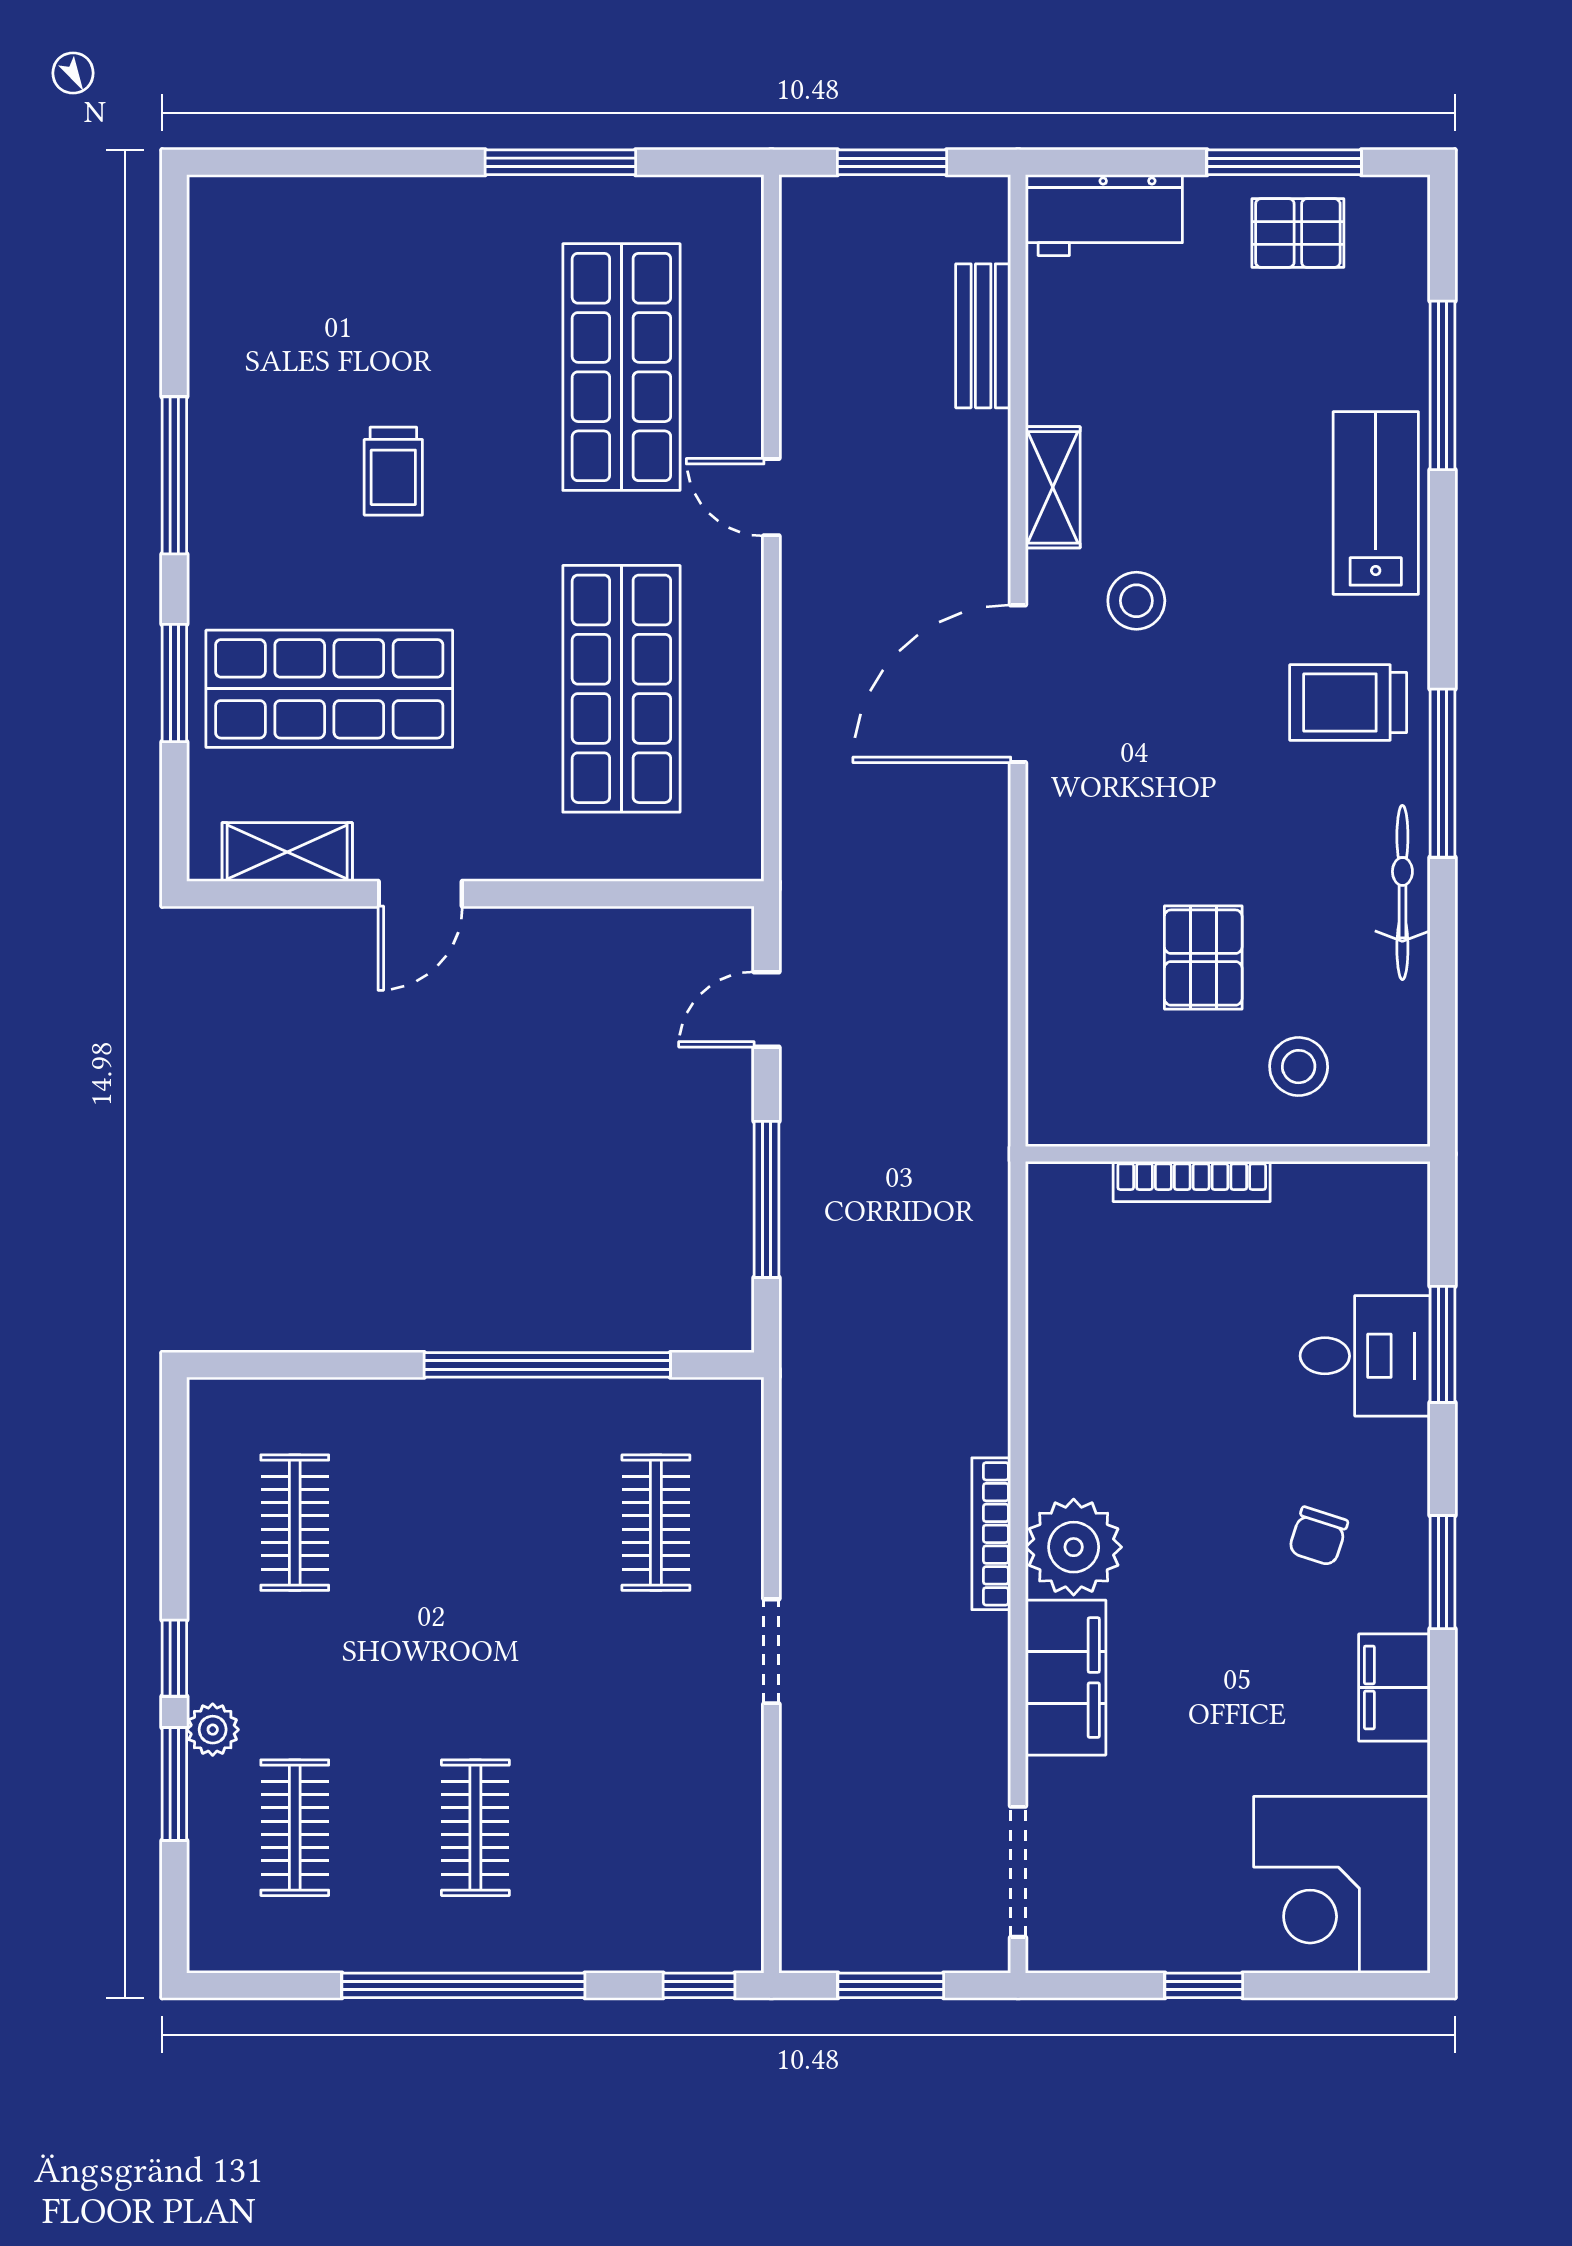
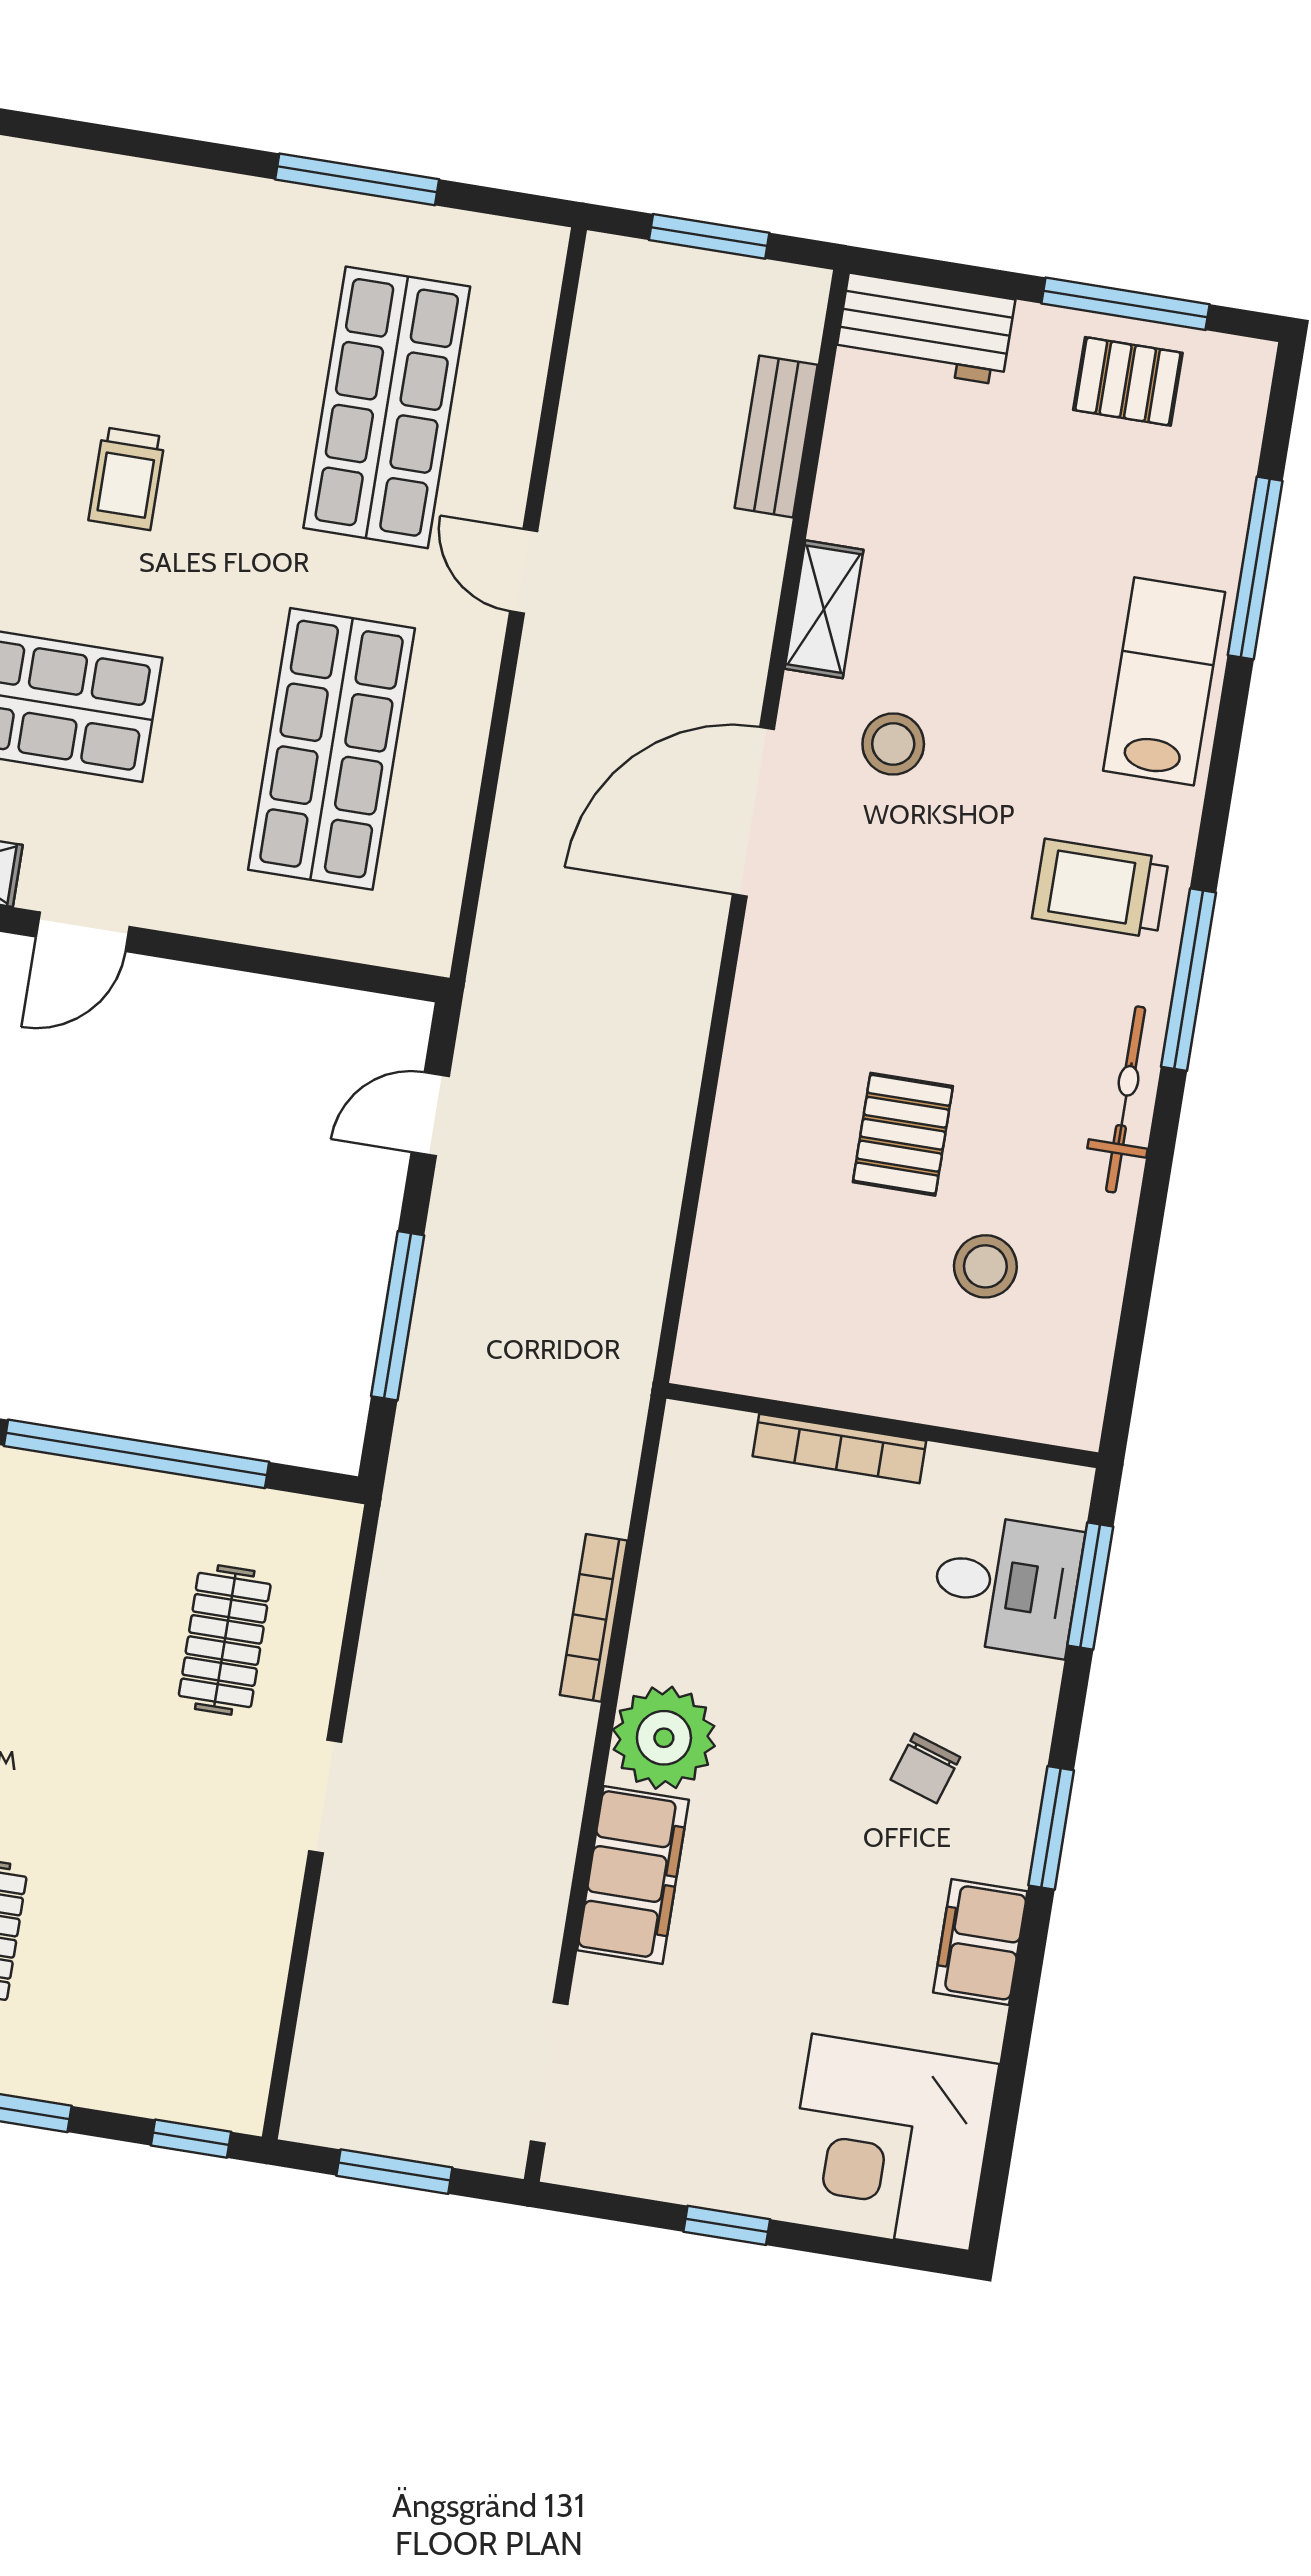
wall: (1228, 1154) -> (882, 1426), moved
bookcase: (1192, 1181) -> (839, 1449), moved
bookcase: (991, 1534) -> (594, 1618), moved

